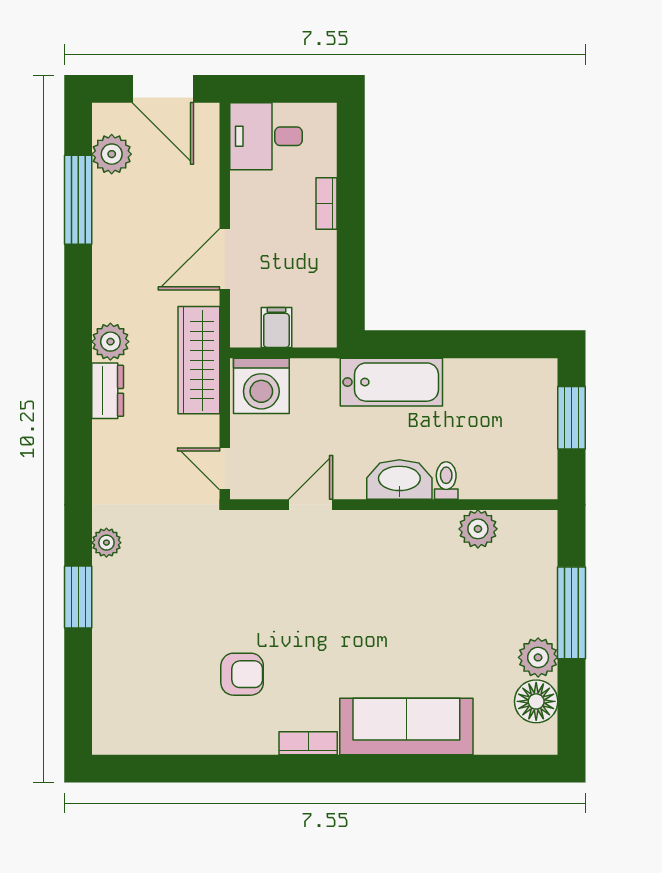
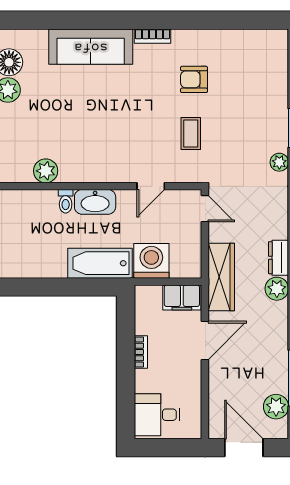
desk: (266, 136) -> (157, 415), moved, turned 180
bookcase: (327, 203) -> (141, 352), moved
filing cabinet: (276, 328) -> (182, 297), width x2.00
washing machine: (261, 386) -> (151, 261), moved
coffee table: (247, 588) -> (191, 134), added

